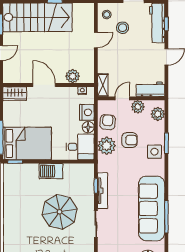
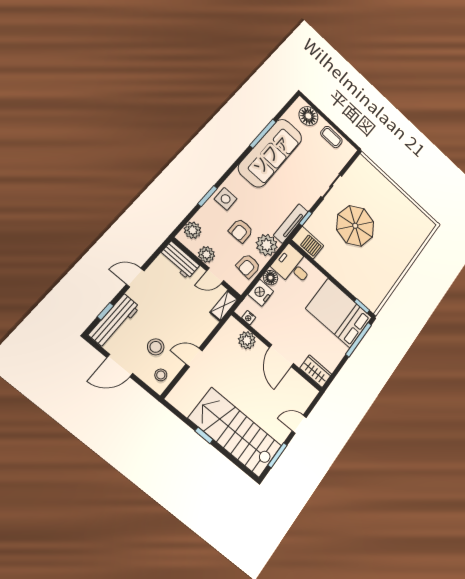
armchair: (129, 140) -> (241, 231), turned -90
barbecue: (51, 171) -> (308, 243), moved
tv unit: (103, 191) -> (291, 223), moved

